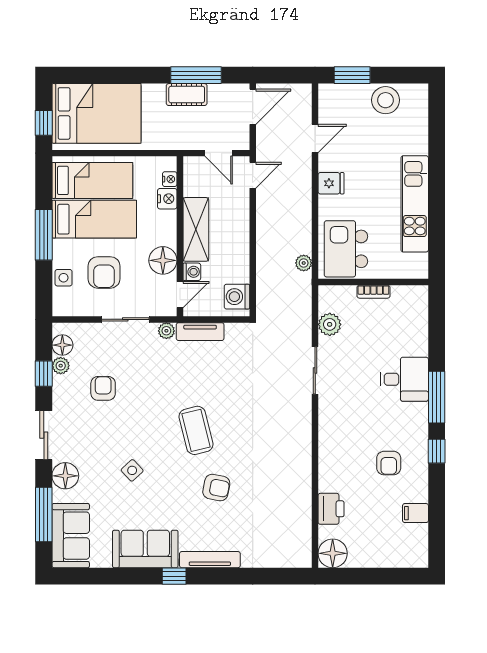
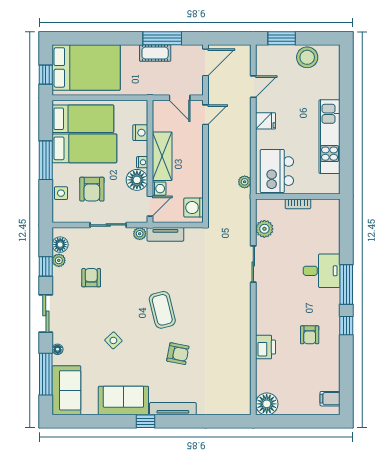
nightstand: (170, 179) -> (142, 162), moved
floor lamp: (65, 476) -> (58, 349), width x0.53, depth x0.53
printer: (331, 509) -> (266, 347), moved
filing cabinet: (415, 513) -> (330, 399), moved

